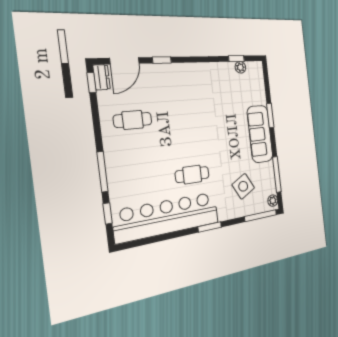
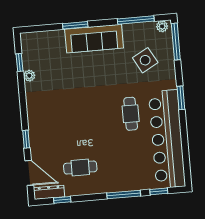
plant: (240, 67) -> (29, 76), moved
dresser: (102, 77) -> (49, 192), width x1.44
window: (91, 83) -> (62, 200), moved
cafe table: (133, 120) -> (80, 168), turned 90

